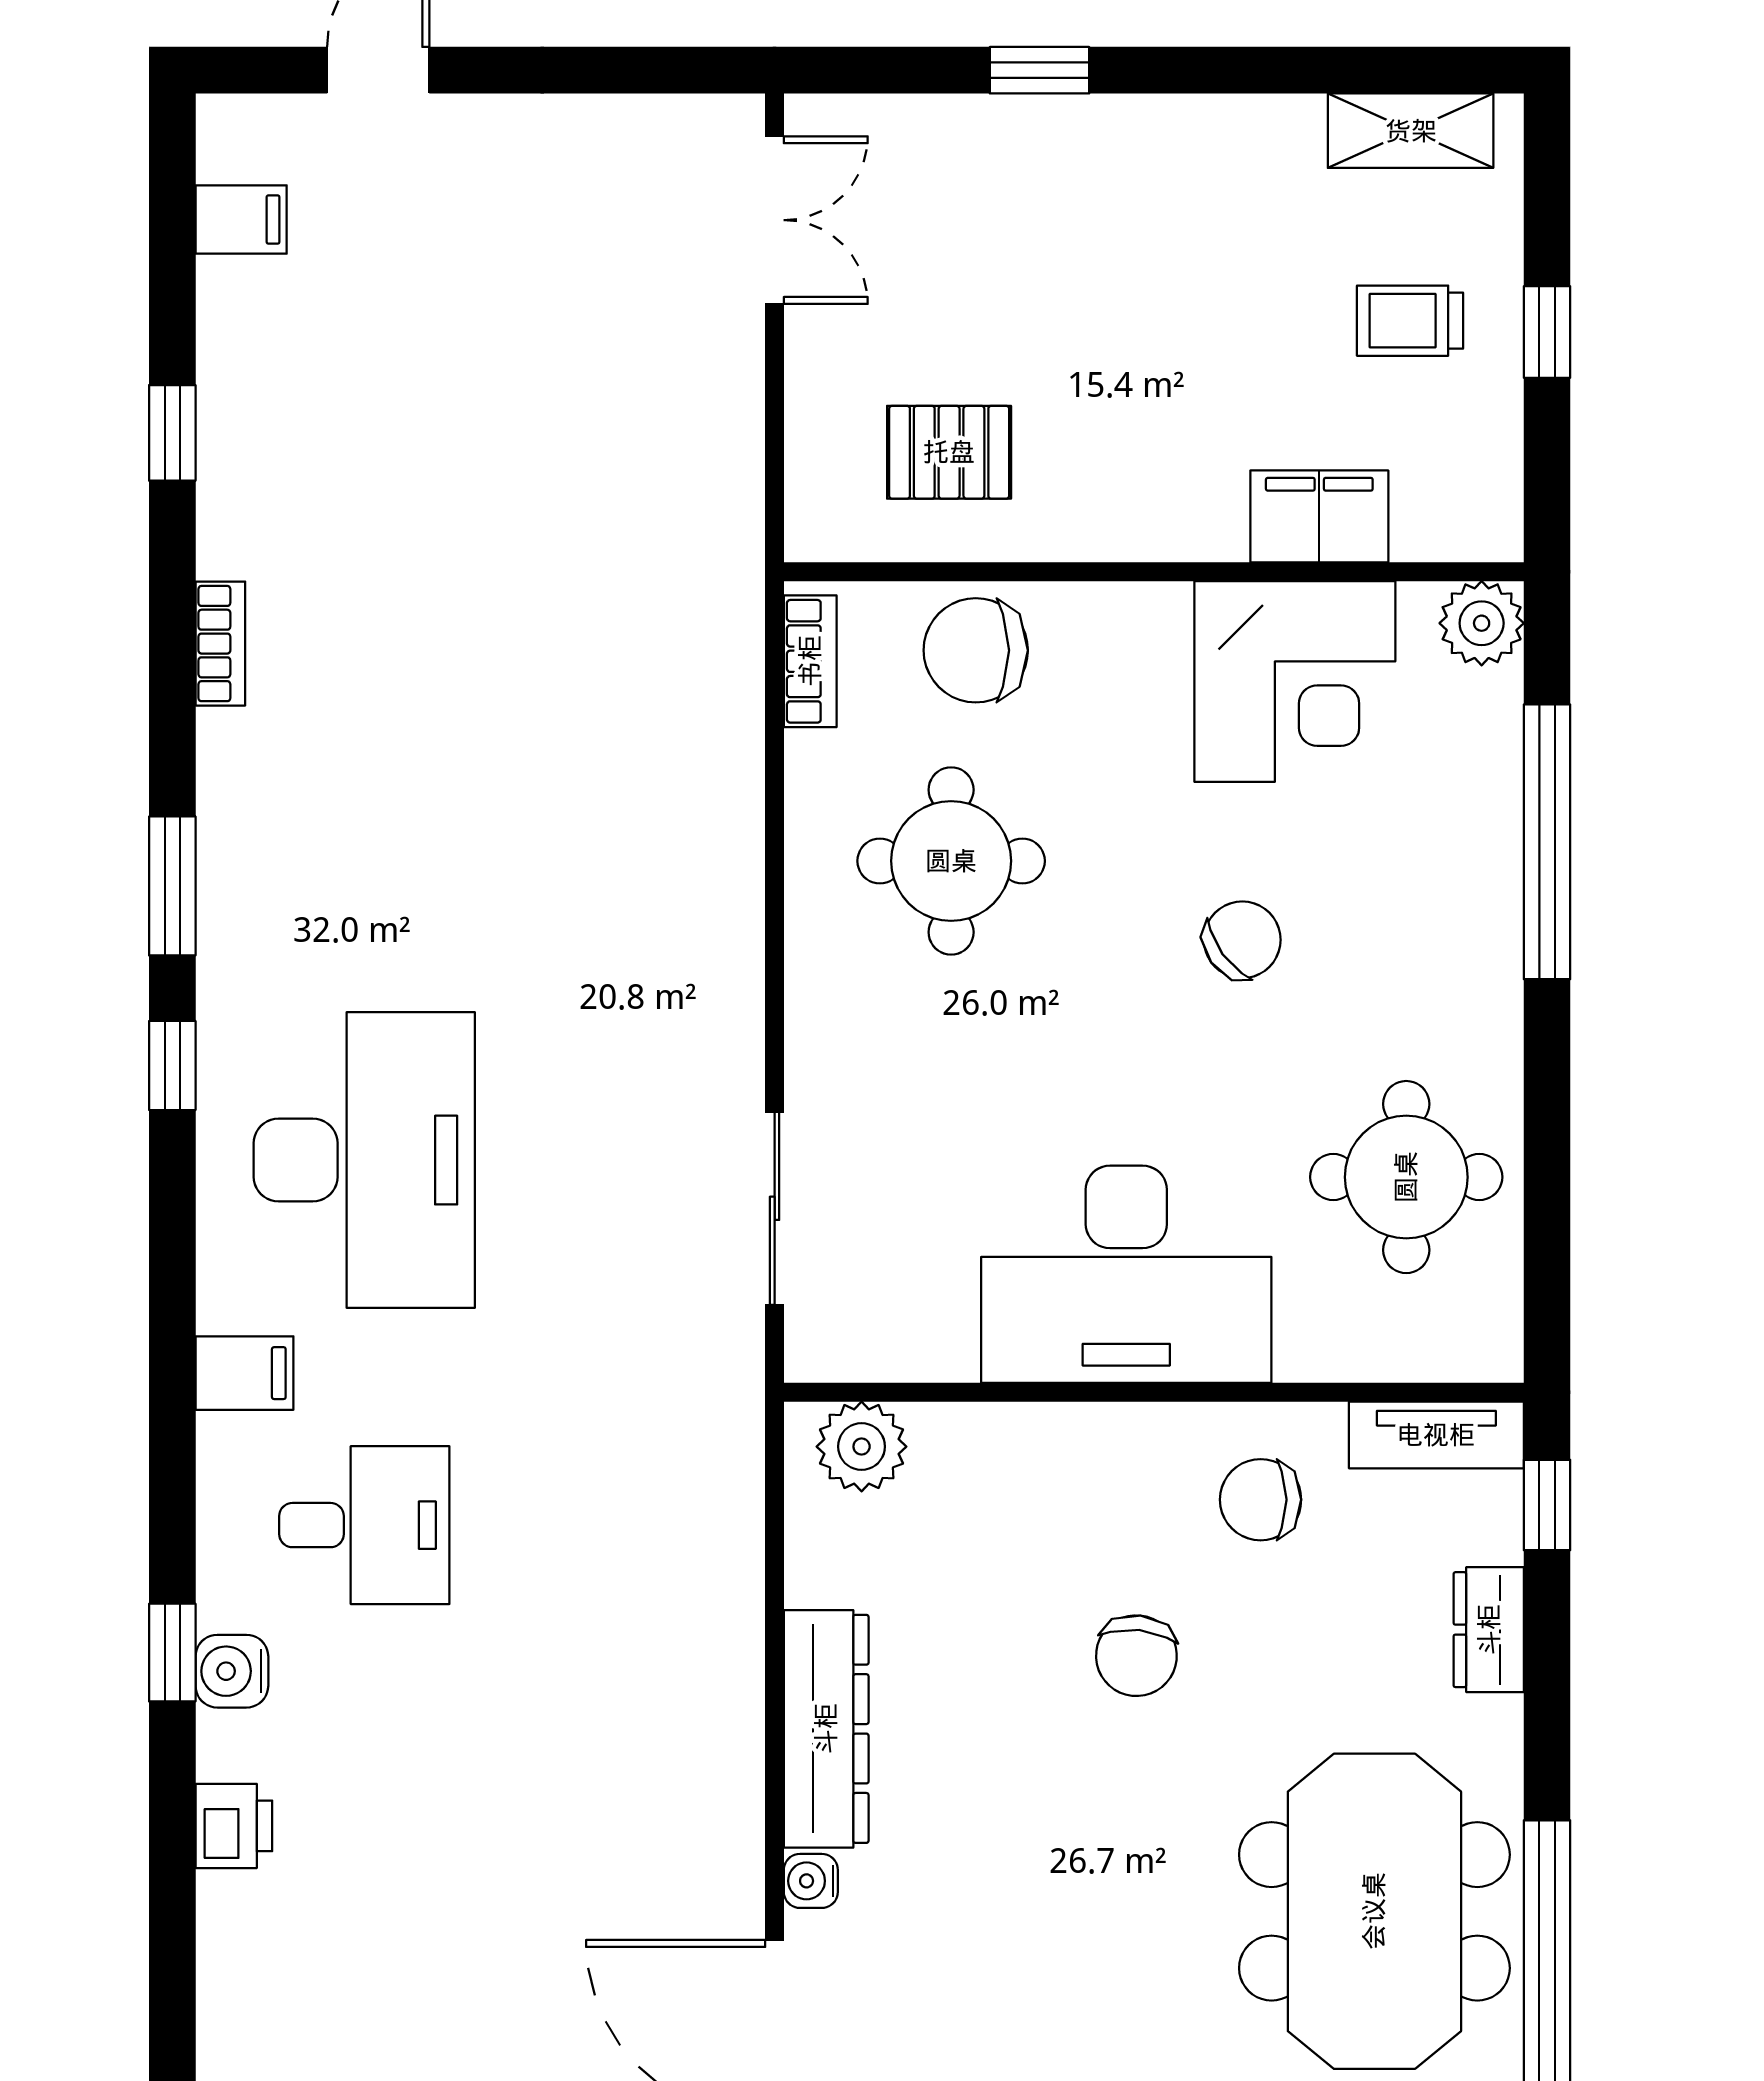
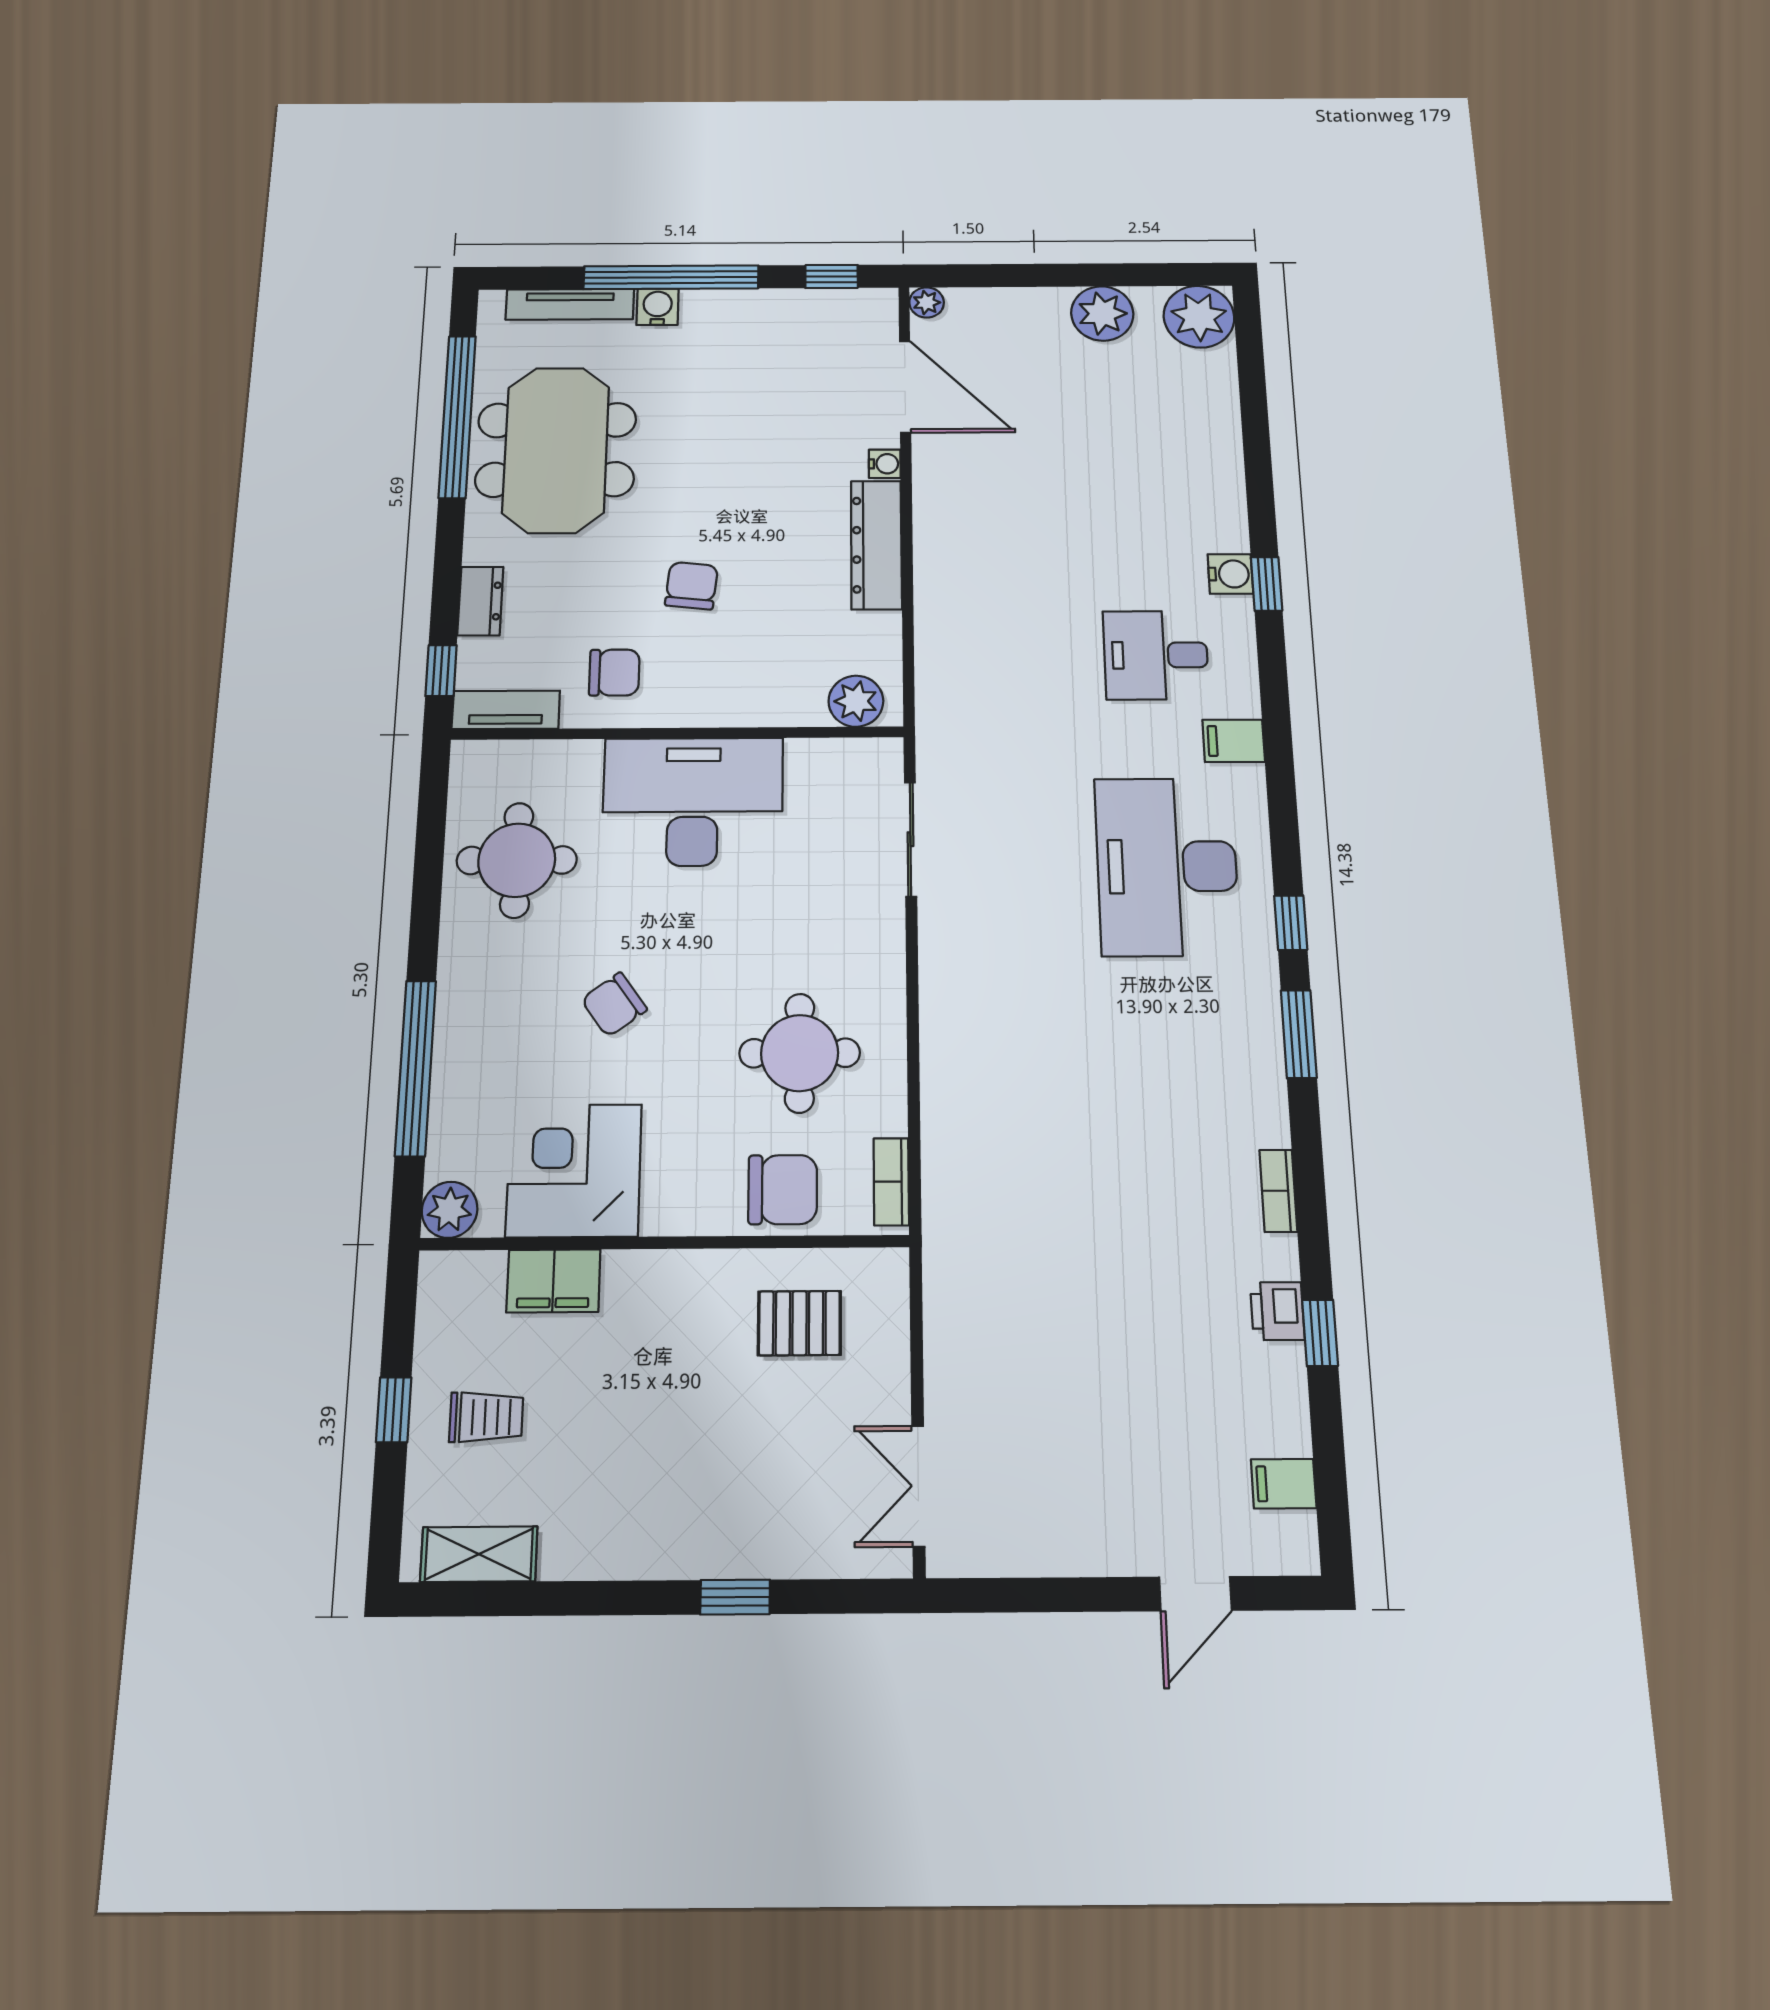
printer: (234, 1826) -> (1277, 1311), moved

